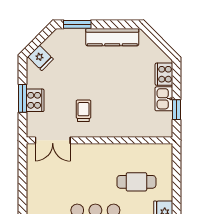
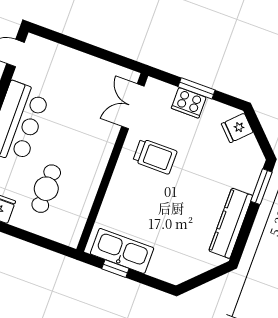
cooker: (164, 74) -> (163, 269), removed
kitchen sink: (164, 99) -> (122, 251), width x1.88, depth x1.24
trolley: (83, 111) -> (155, 156), width x1.36, depth x1.39

